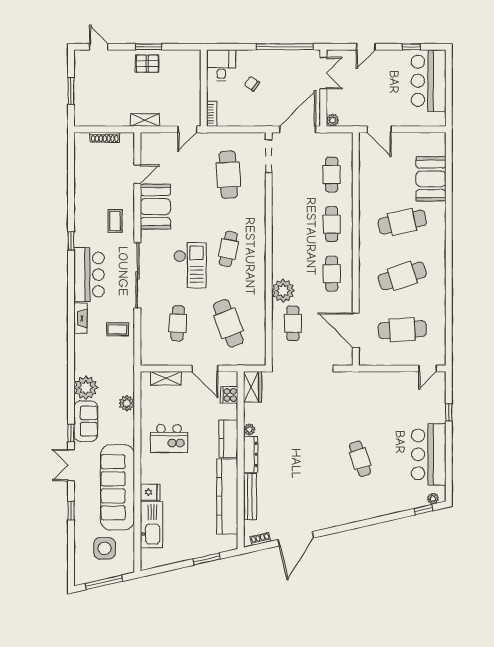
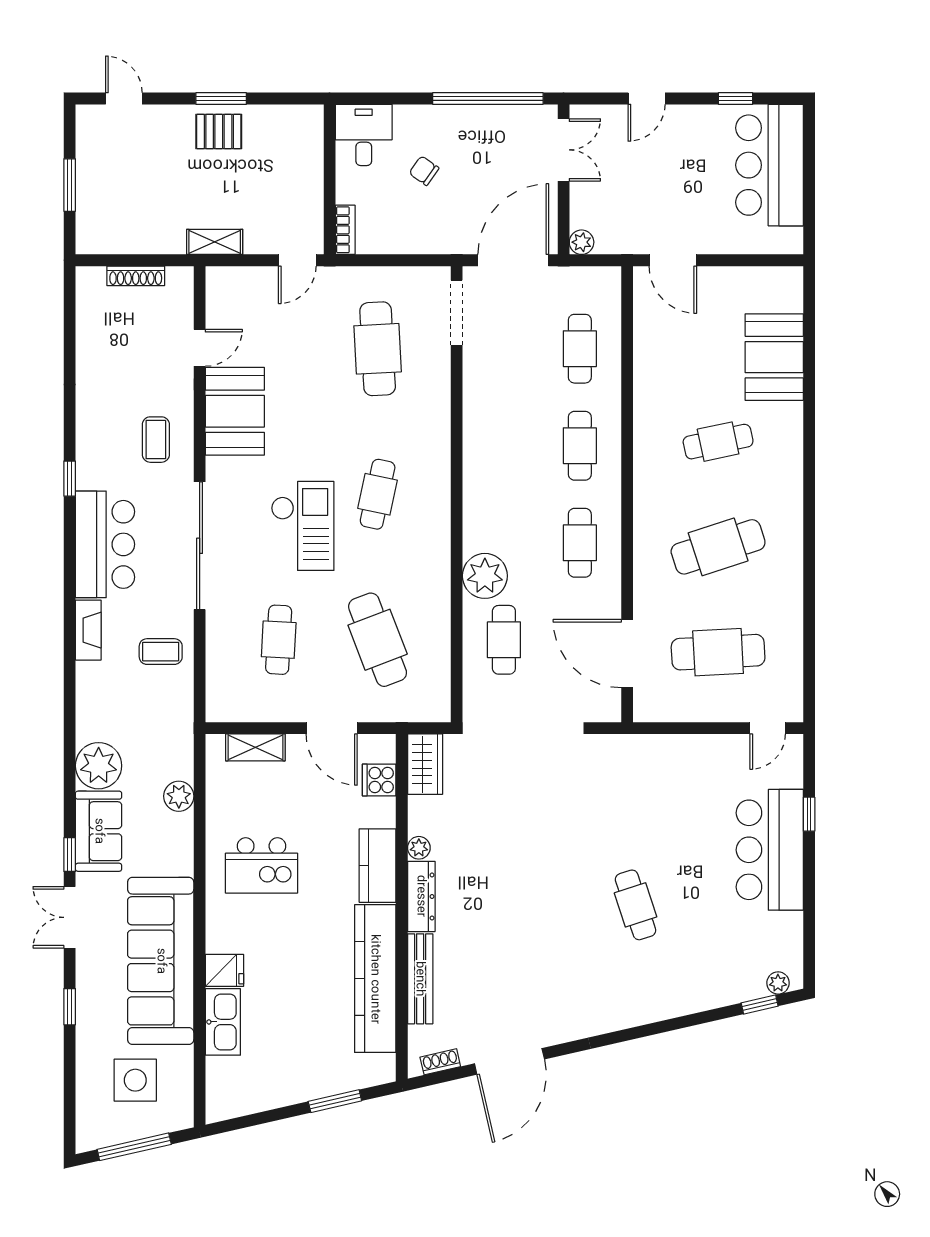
cafe table: (402, 222) -> (718, 442), width x0.73, depth x0.74
bar counter: (429, 454) -> (770, 850), moved
kitchen sink: (151, 525) -> (223, 1022), width x0.73, depth x0.81

